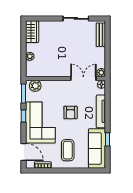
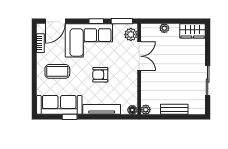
bench: (101, 35) -> (174, 109), moved
double door: (83, 78) -> (139, 56), moved

